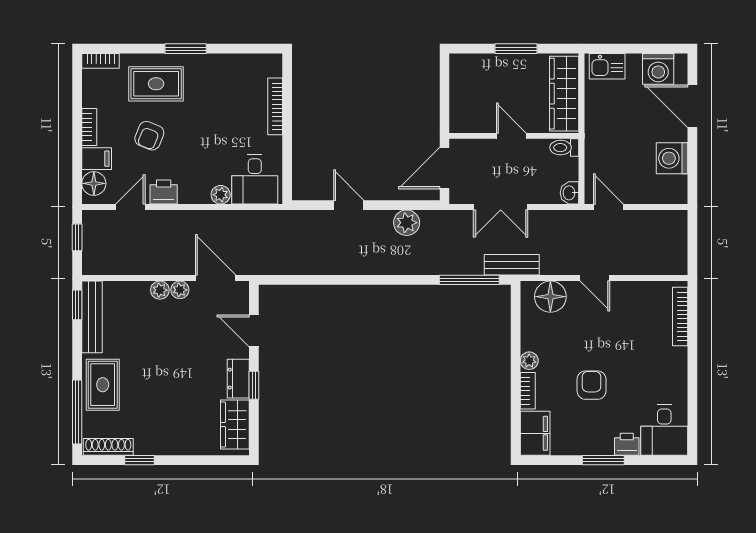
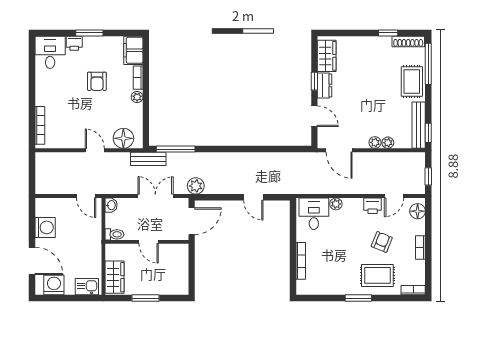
wardrobe: (564, 94) -> (115, 277), width x0.67
filing cabinet: (97, 159) -> (416, 227), removed
plant: (407, 223) -> (196, 186), moved
plant: (180, 290) -> (388, 143), moved

